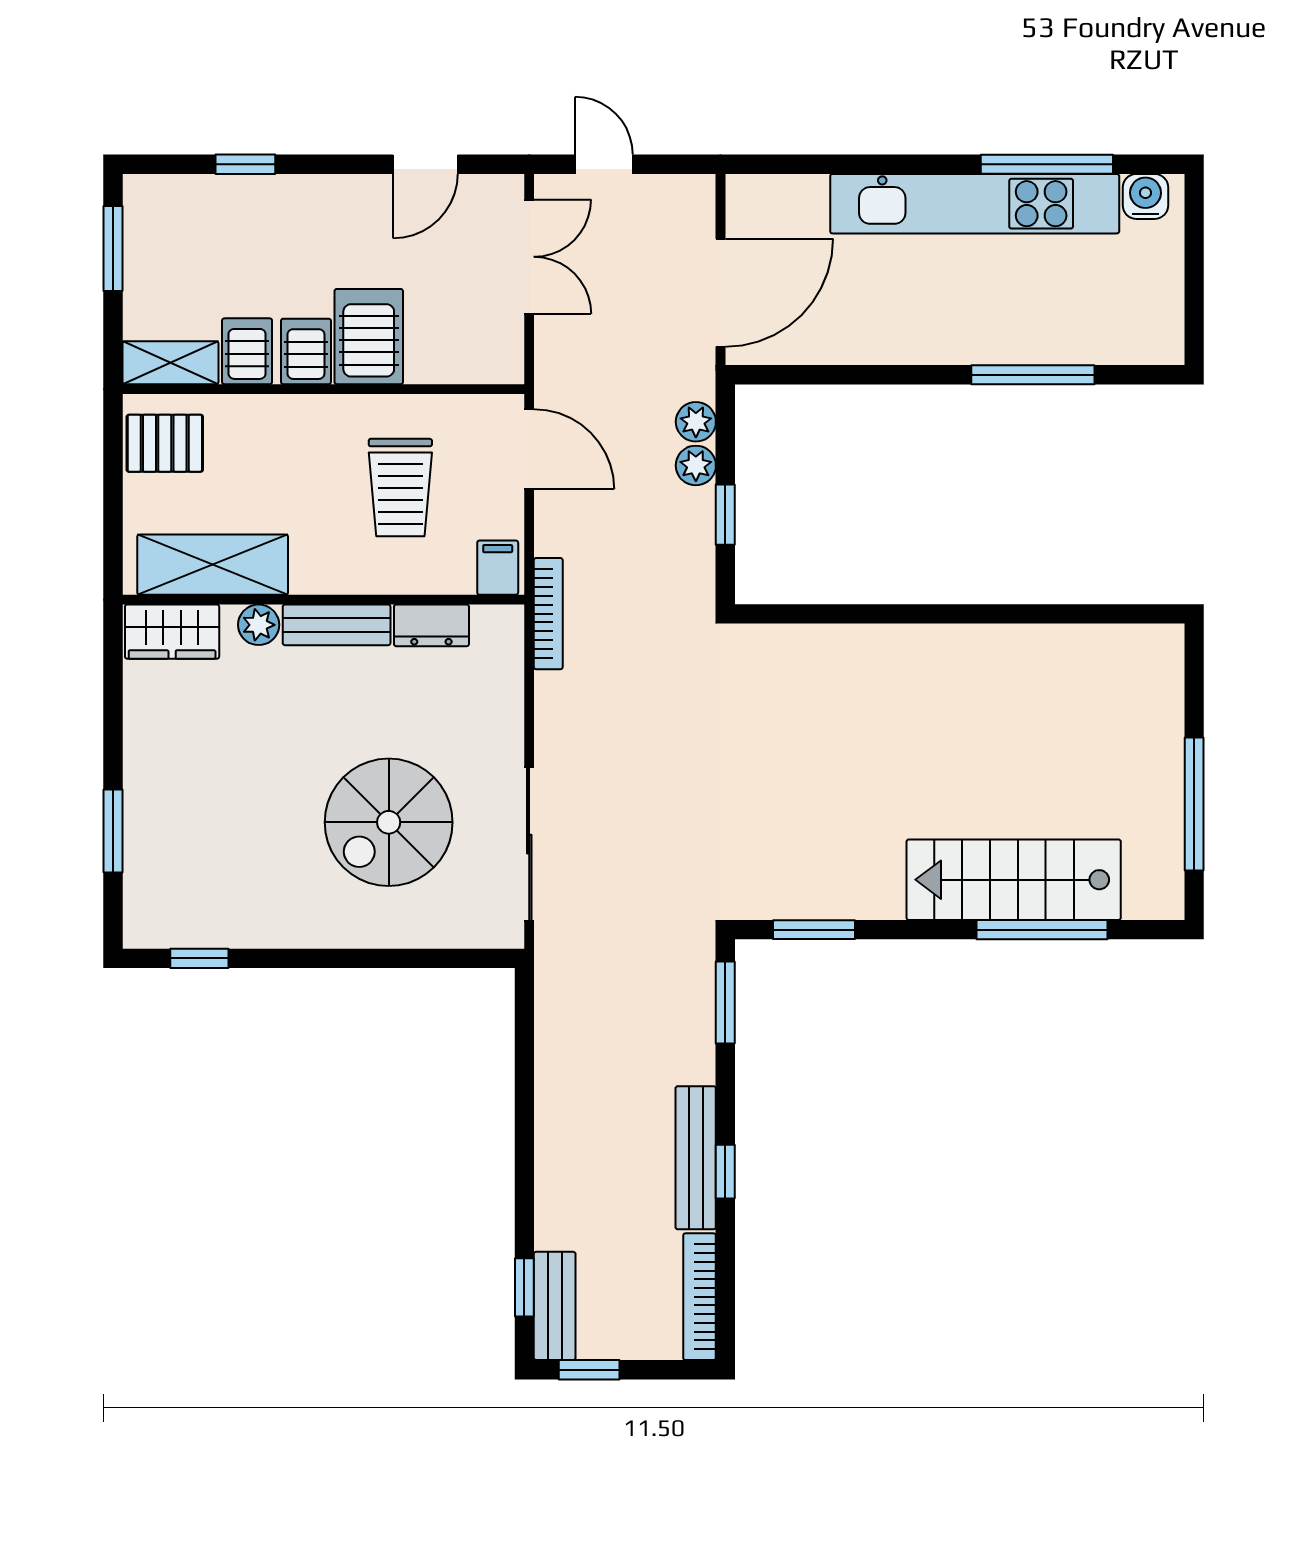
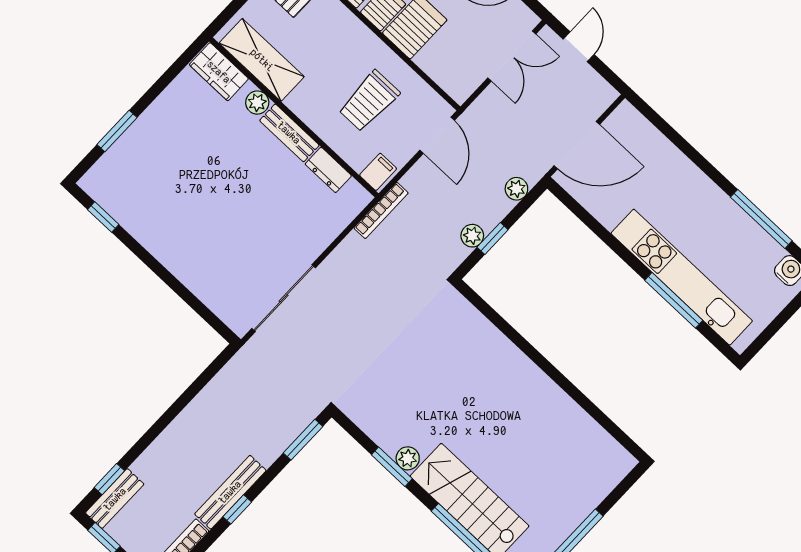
kitchen unit: (975, 204) -> (682, 277), moved, turned 180
plant: (696, 465) -> (472, 236), moved
spiral stairs: (389, 822) -> (234, 235), removed
plant: (882, 900) -> (408, 458), added
window: (814, 930) -> (392, 467), moved

